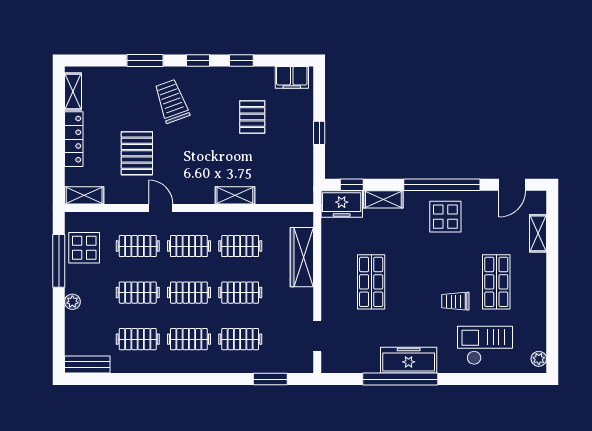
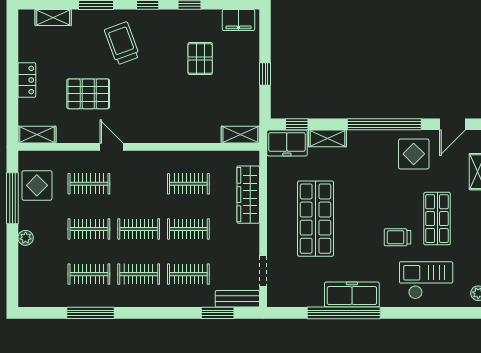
shelving: (73, 92) -> (53, 17), moved, turned 90
locker: (74, 139) -> (27, 80), width x0.66
pallet: (137, 153) -> (88, 94), turned 90
shelving: (235, 195) -> (240, 135), moved
display table: (445, 217) -> (414, 154), moved
clothes rail: (189, 246) -> (139, 184), removed
shop shelf: (371, 282) -> (316, 219), width x1.43, depth x1.36
bench: (87, 365) -> (237, 299), moved
window: (139, 379) -> (91, 313), added

